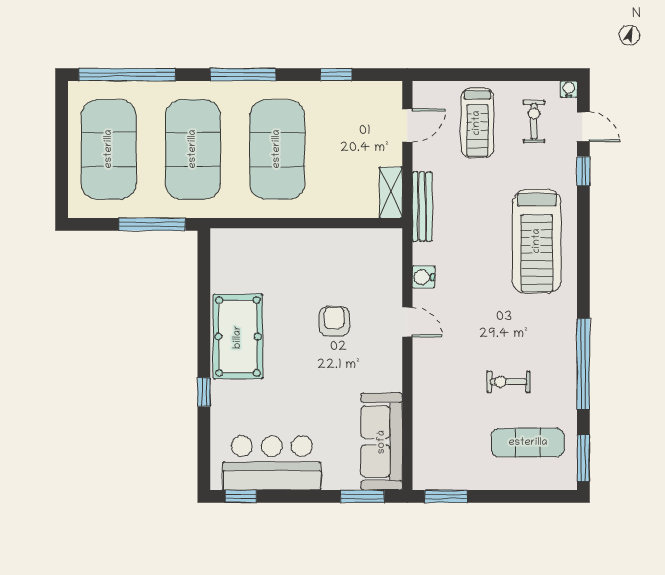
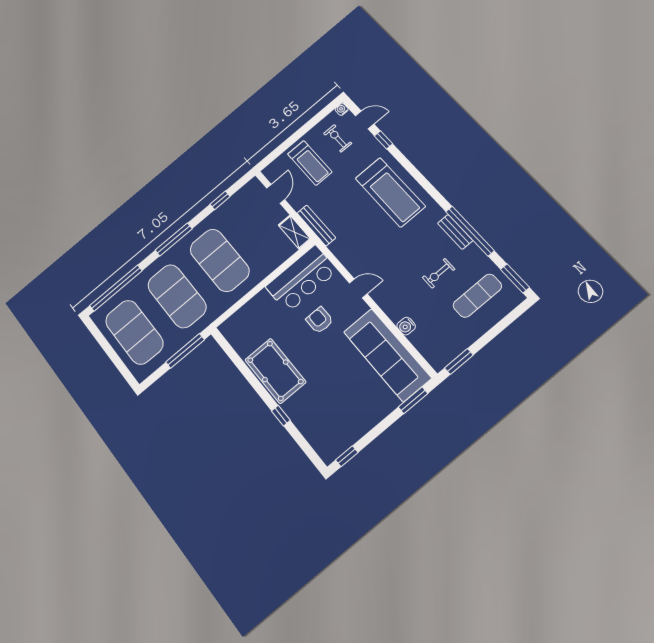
water cooler: (423, 277) -> (406, 326), moved
bench: (567, 351) -> (455, 232), added
sofa: (382, 442) -> (387, 355), width x1.36, depth x1.27
bar counter: (272, 463) -> (301, 279), moved, turned 180

